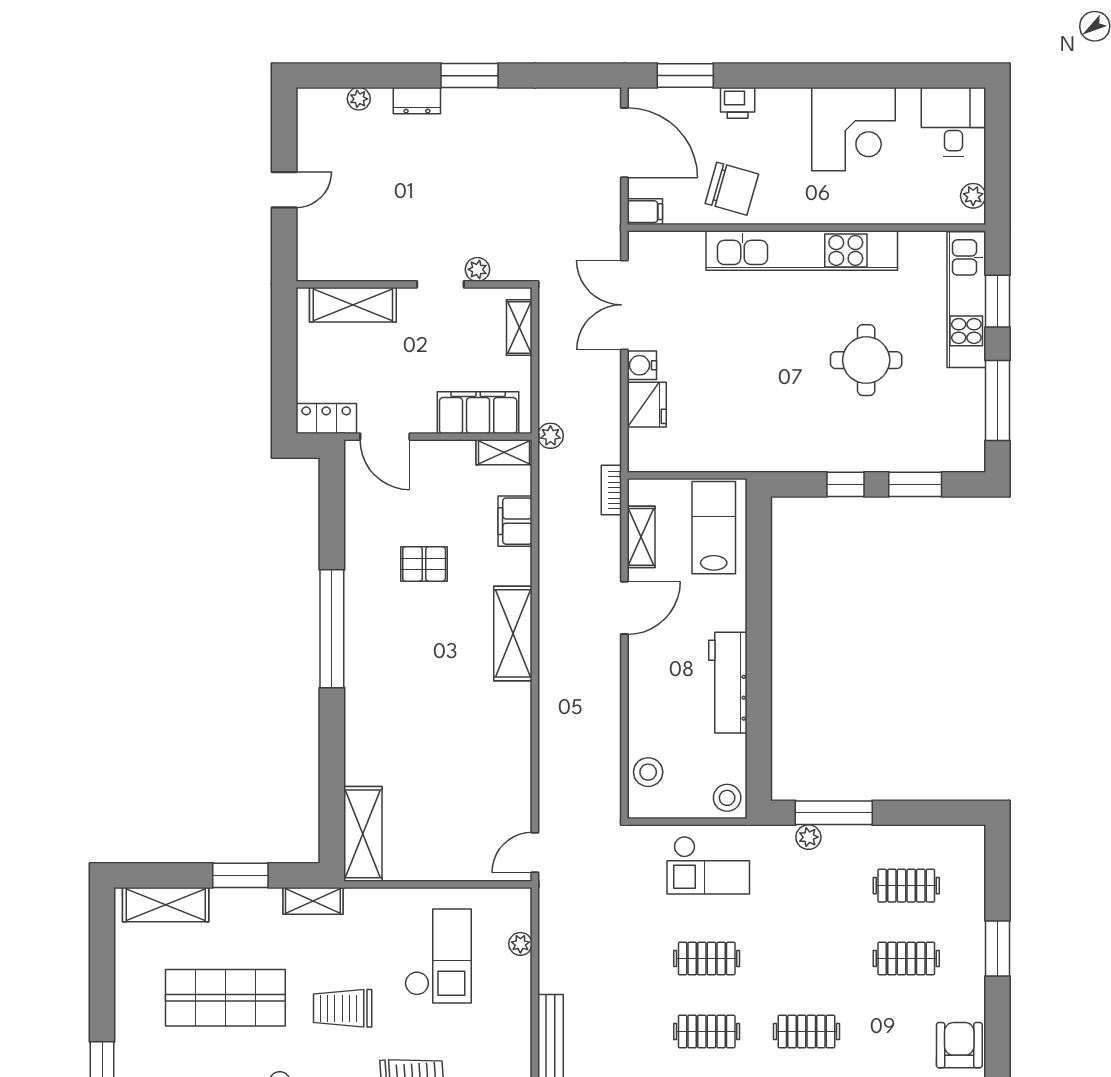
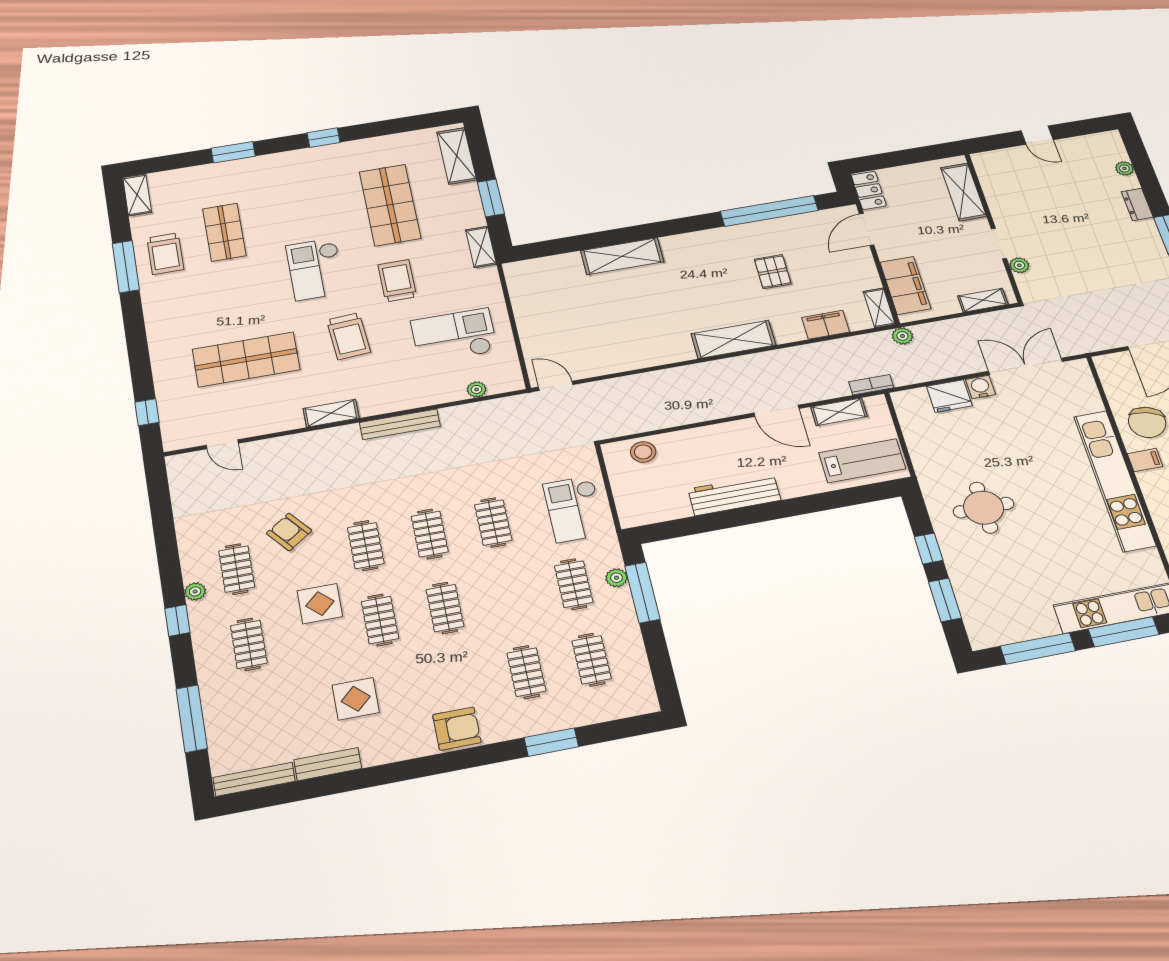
filing cabinet: (645, 212) -> (1145, 460), moved, turned -90
window: (997, 301) -> (1124, 632), width x1.44
round table: (866, 360) -> (984, 508), moved
window: (332, 629) -> (769, 211), moved
stool: (727, 798) -> (636, 512), removed
shelving: (363, 834) -> (622, 256), moved
clothes rail: (806, 886) -> (574, 584), added
checkout: (438, 956) -> (454, 336), turned 180

